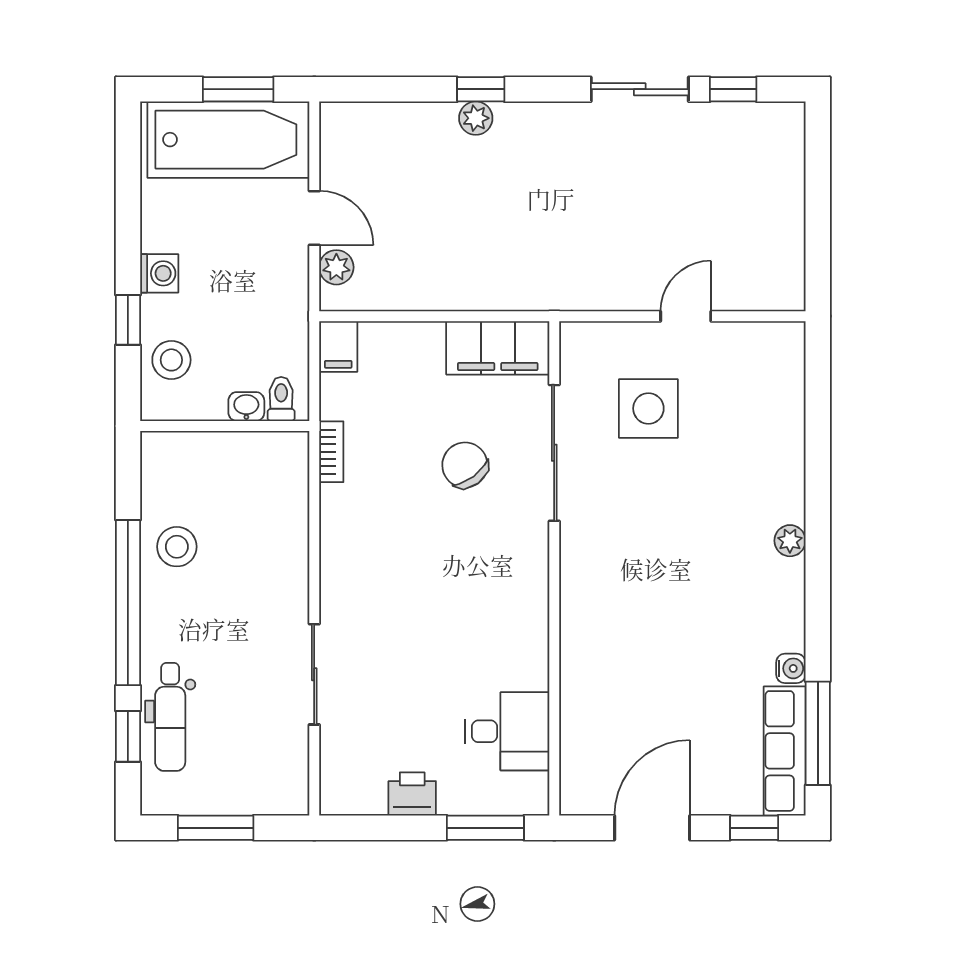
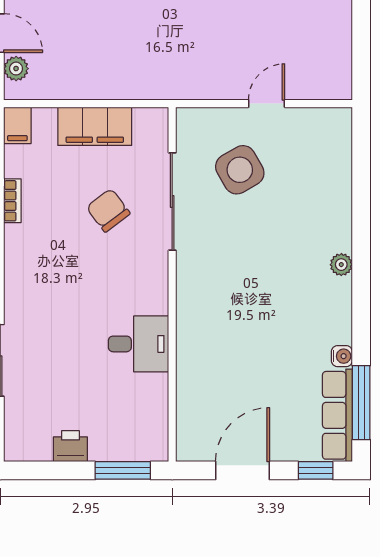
filing cabinet: (498, 348) -> (95, 126), moved
side table: (648, 408) -> (240, 170), turned -30
desk: (507, 731) -> (139, 344), moved

